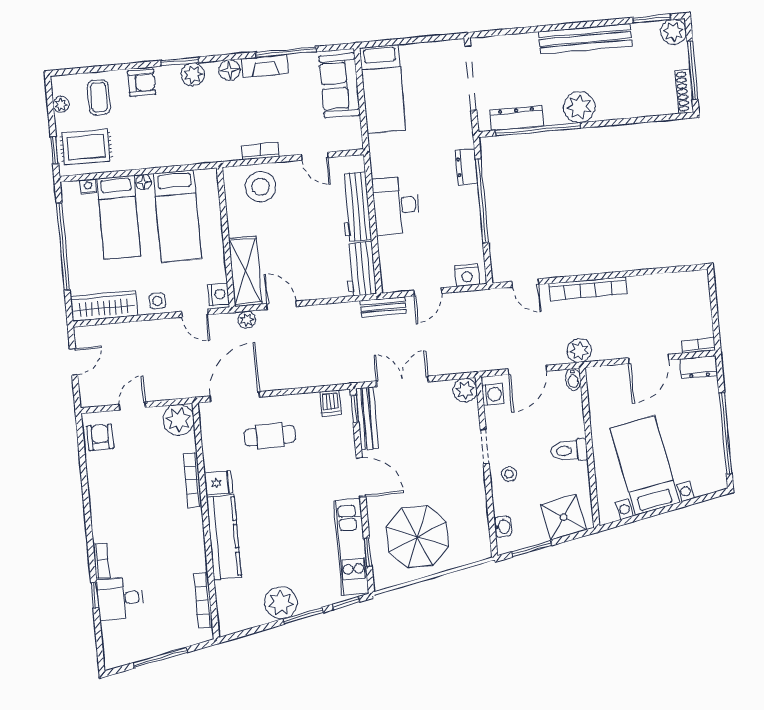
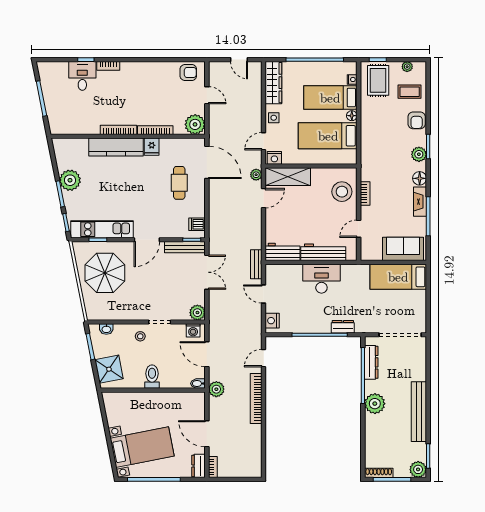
bed with nightstands: (645, 465) -> (142, 447), moved
bookcase: (203, 600) -> (119, 130), moved

